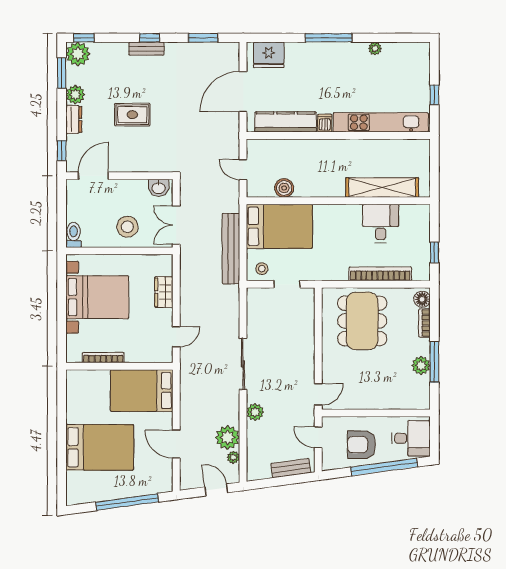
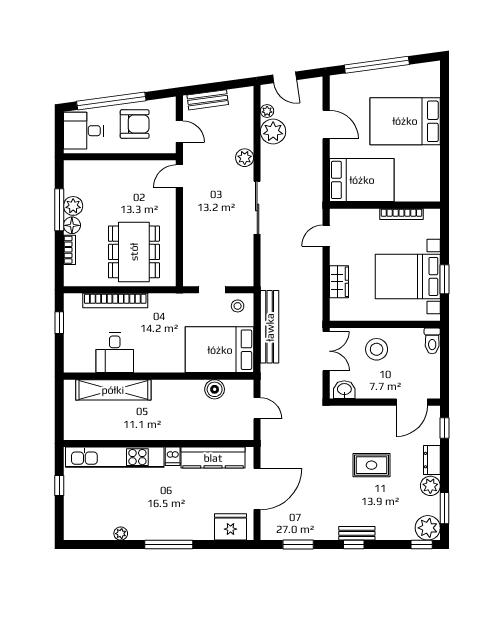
window: (62, 295) -> (444, 279), added
floor lamp: (422, 299) -> (72, 225), moved

